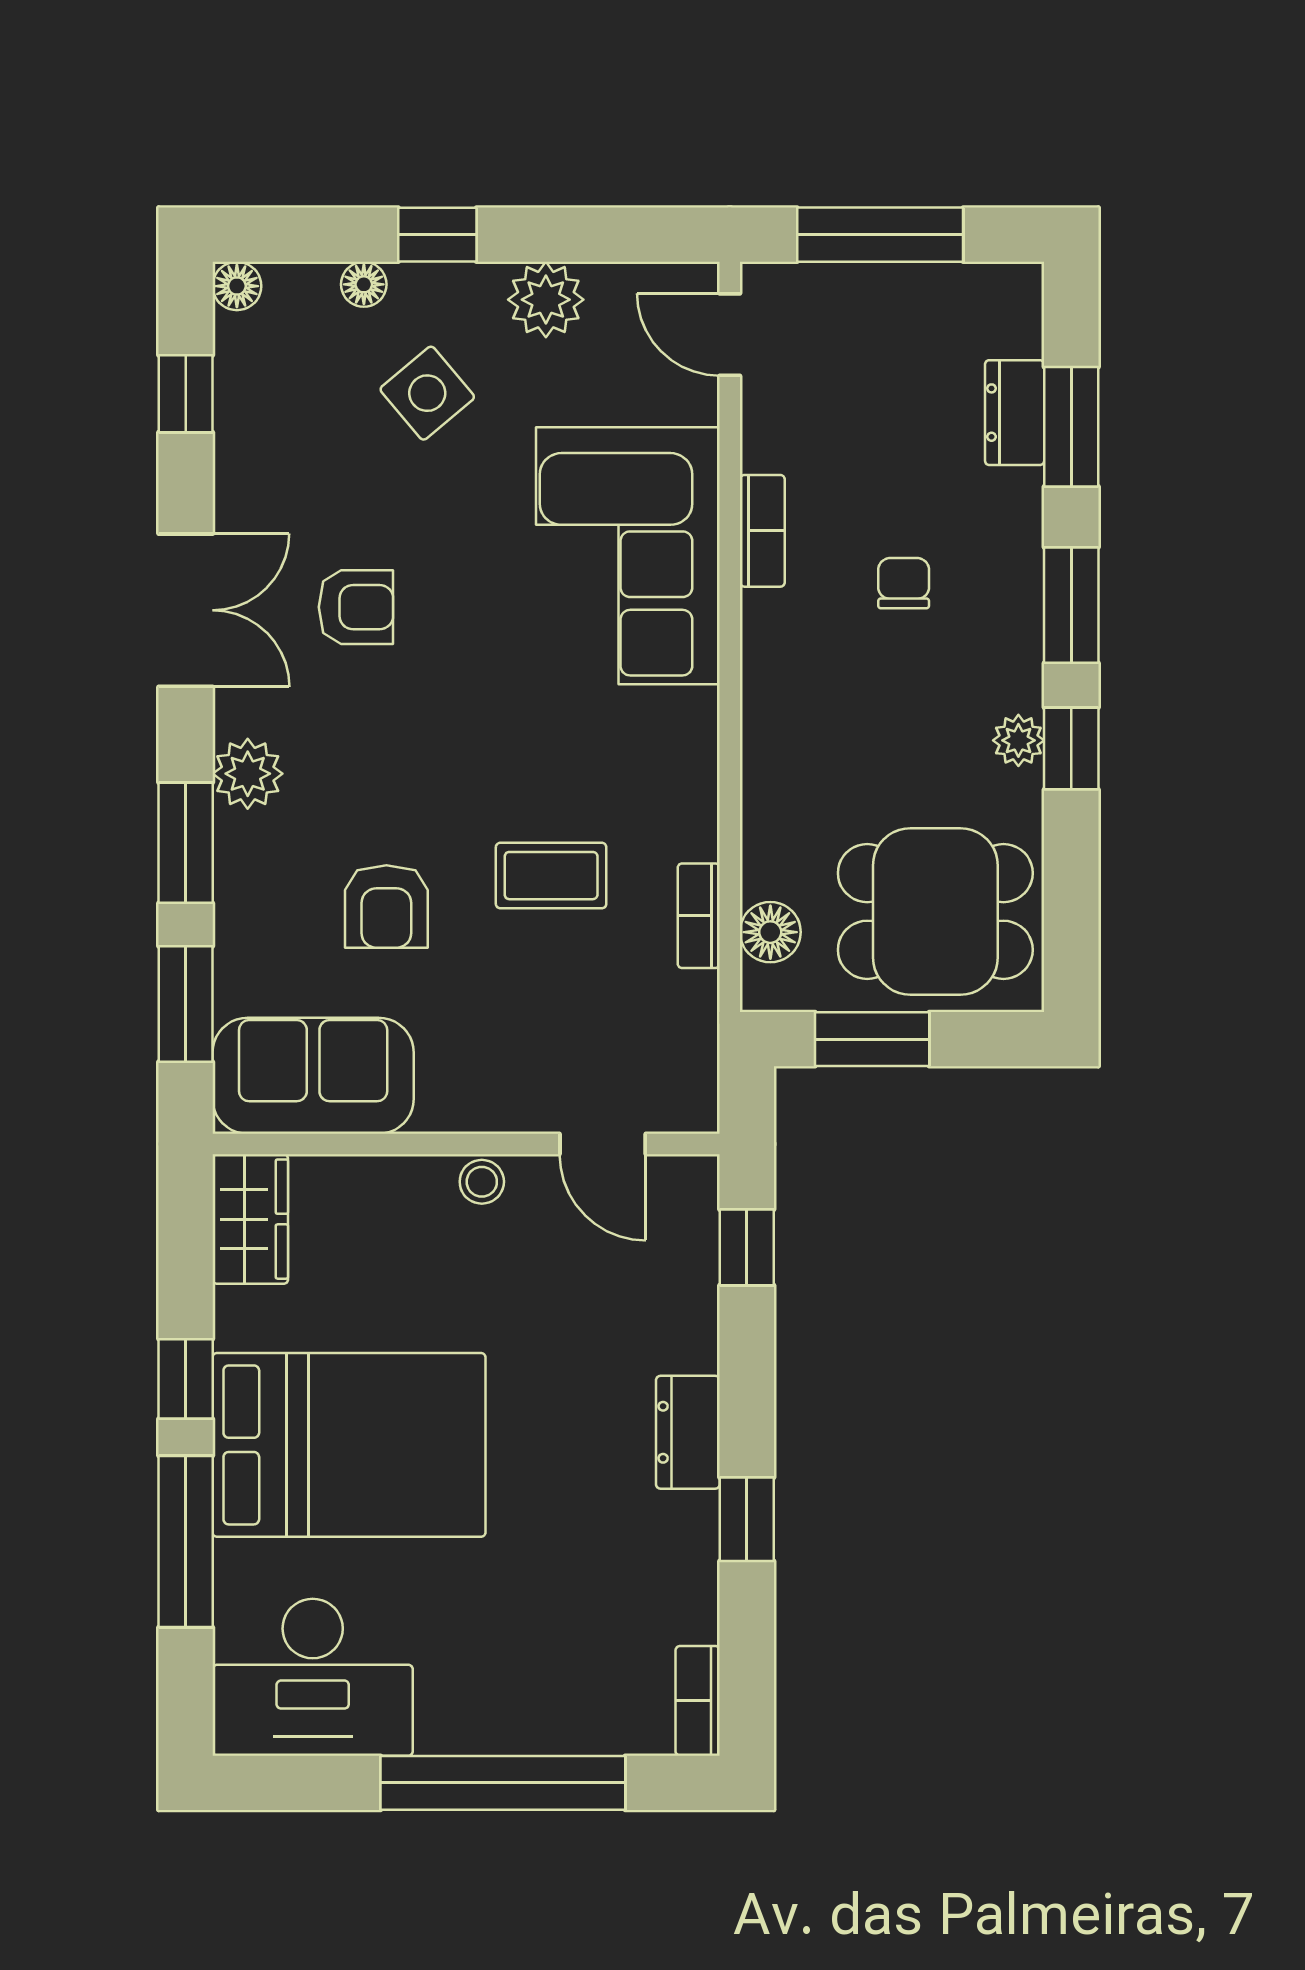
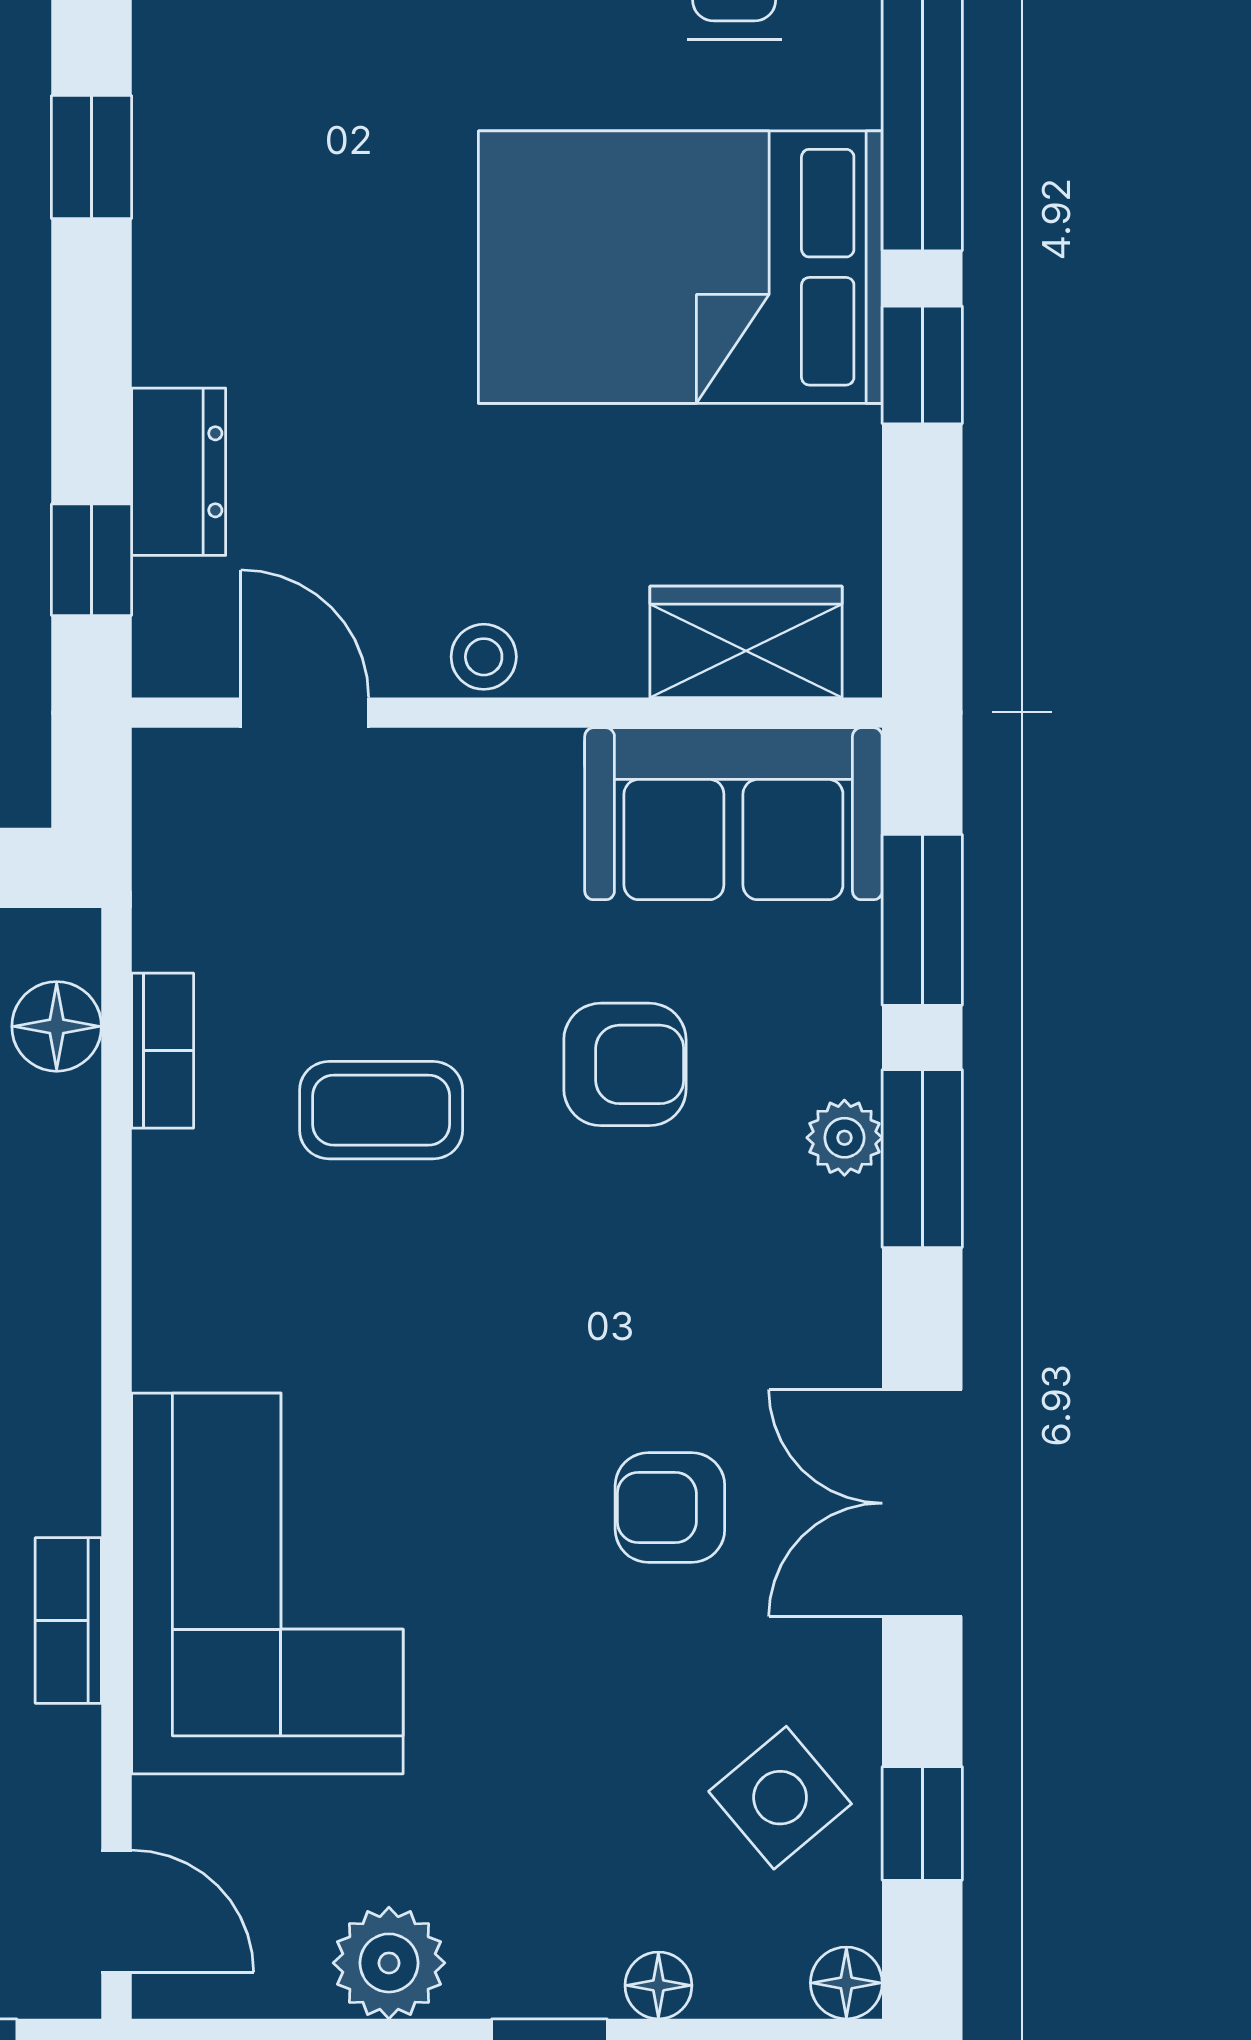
side table: (427, 393) -> (780, 1798), moved
plant: (248, 774) -> (844, 1138), moved, width x0.73, depth x0.73
armchair: (386, 906) -> (625, 1064), turned 90
wardrobe: (250, 1219) -> (746, 642), moved, turned 90
dresser: (688, 1432) -> (179, 472), moved

